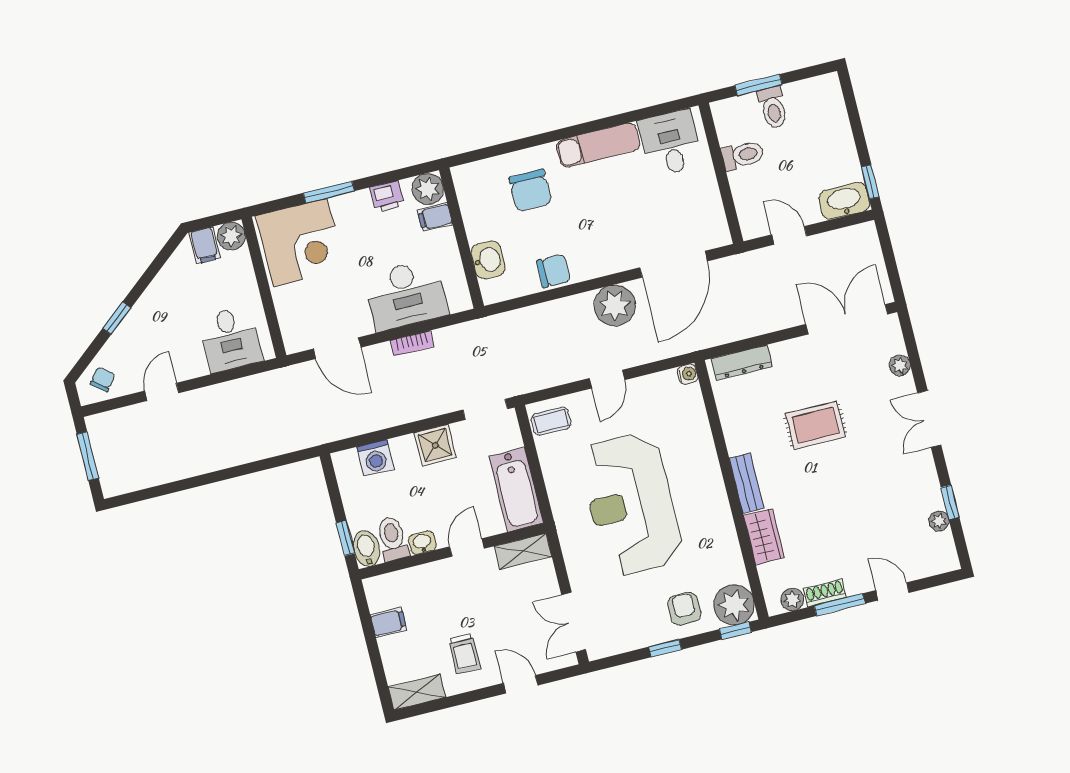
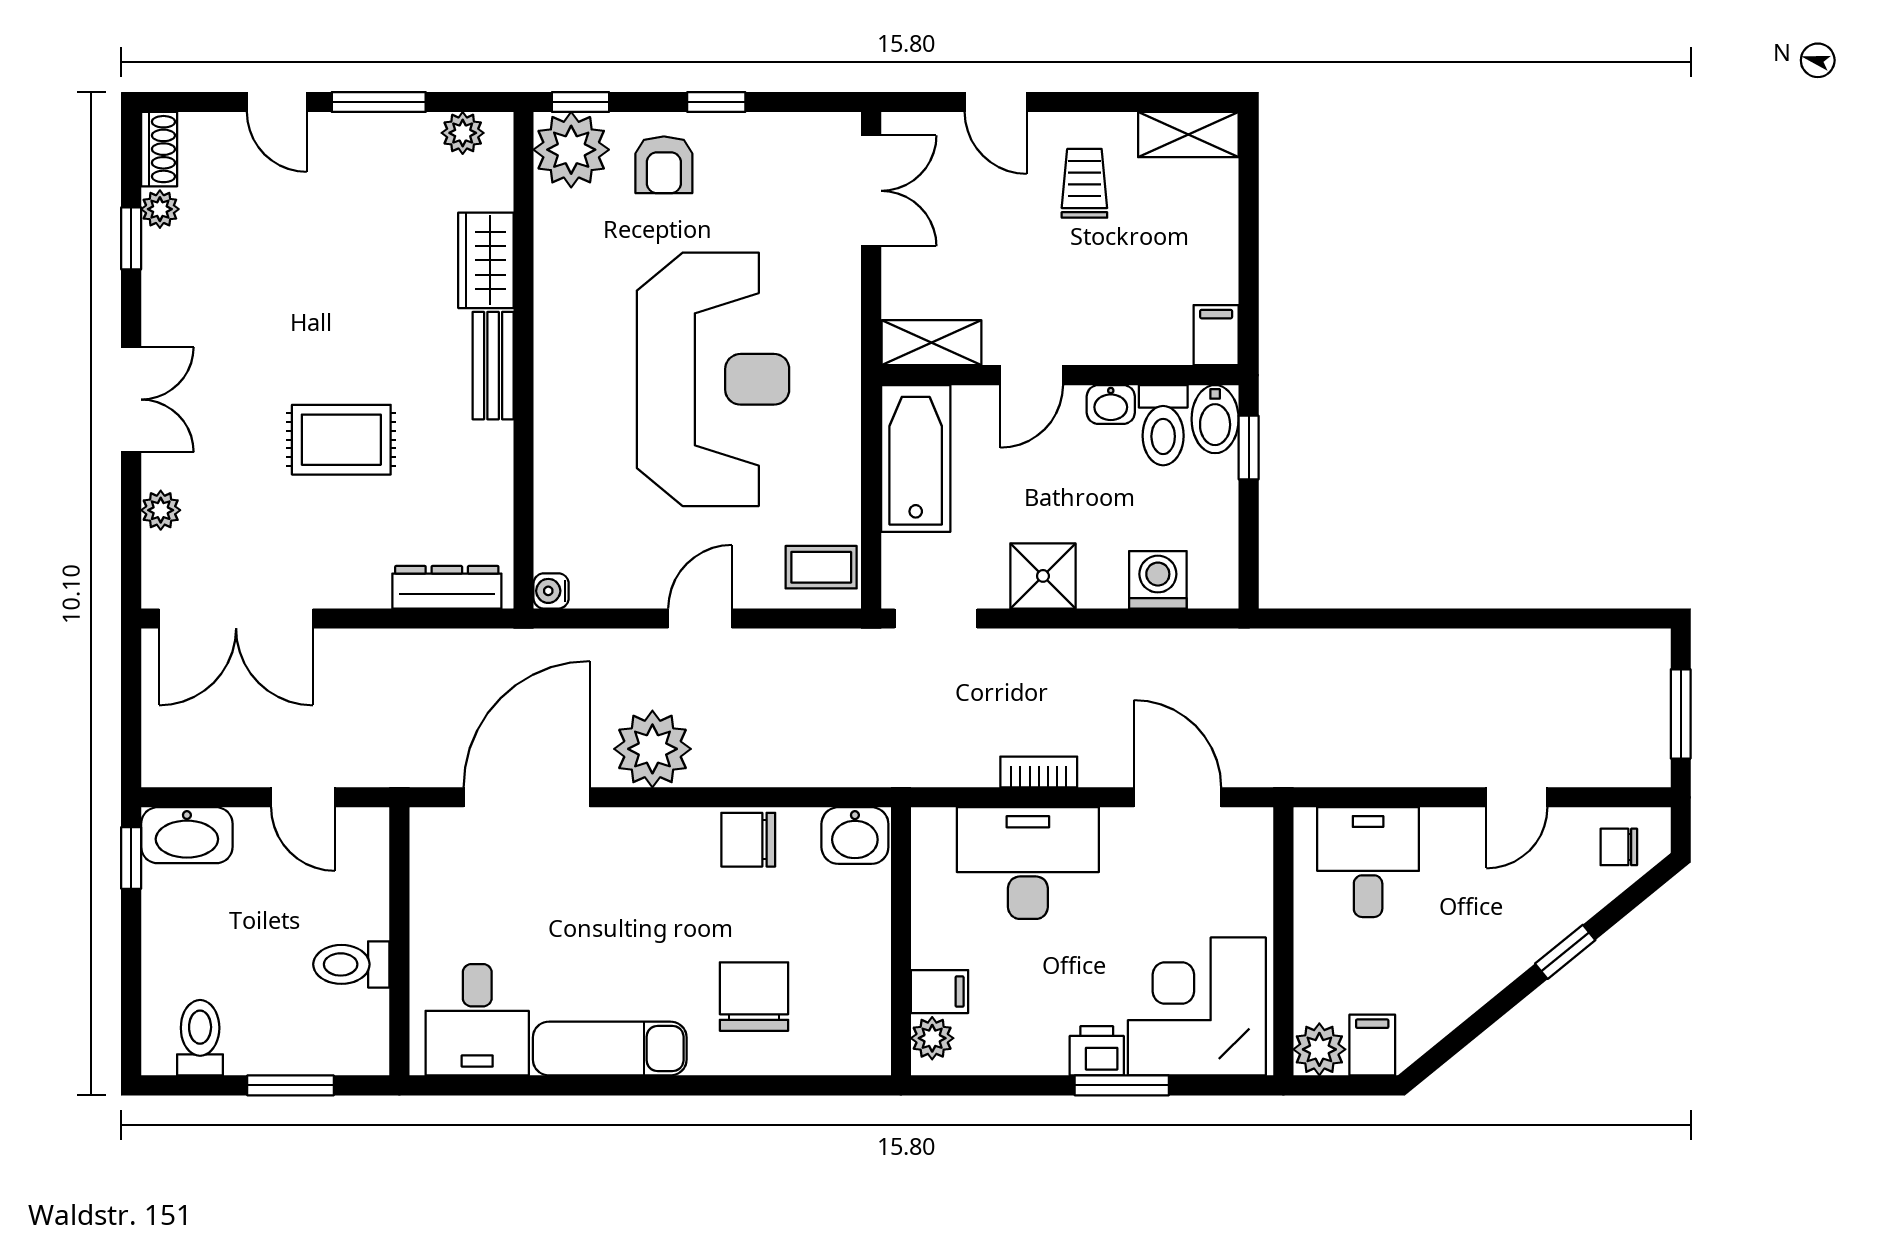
toilet: (773, 107) -> (200, 1038), moved
plant: (428, 189) -> (932, 1038), width x0.73, depth x0.73
printer: (387, 197) -> (1097, 1051), moved
washbasin: (488, 260) -> (855, 836), moved, turned -90
chair: (103, 379) -> (1619, 847), turned 52
shoe rack: (825, 593) -> (159, 149), moved, turned -90
filing cabinet: (388, 622) -> (1216, 335), moved, turned 90

